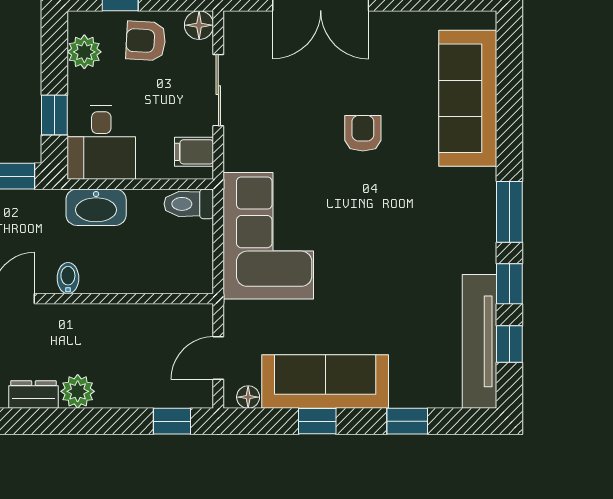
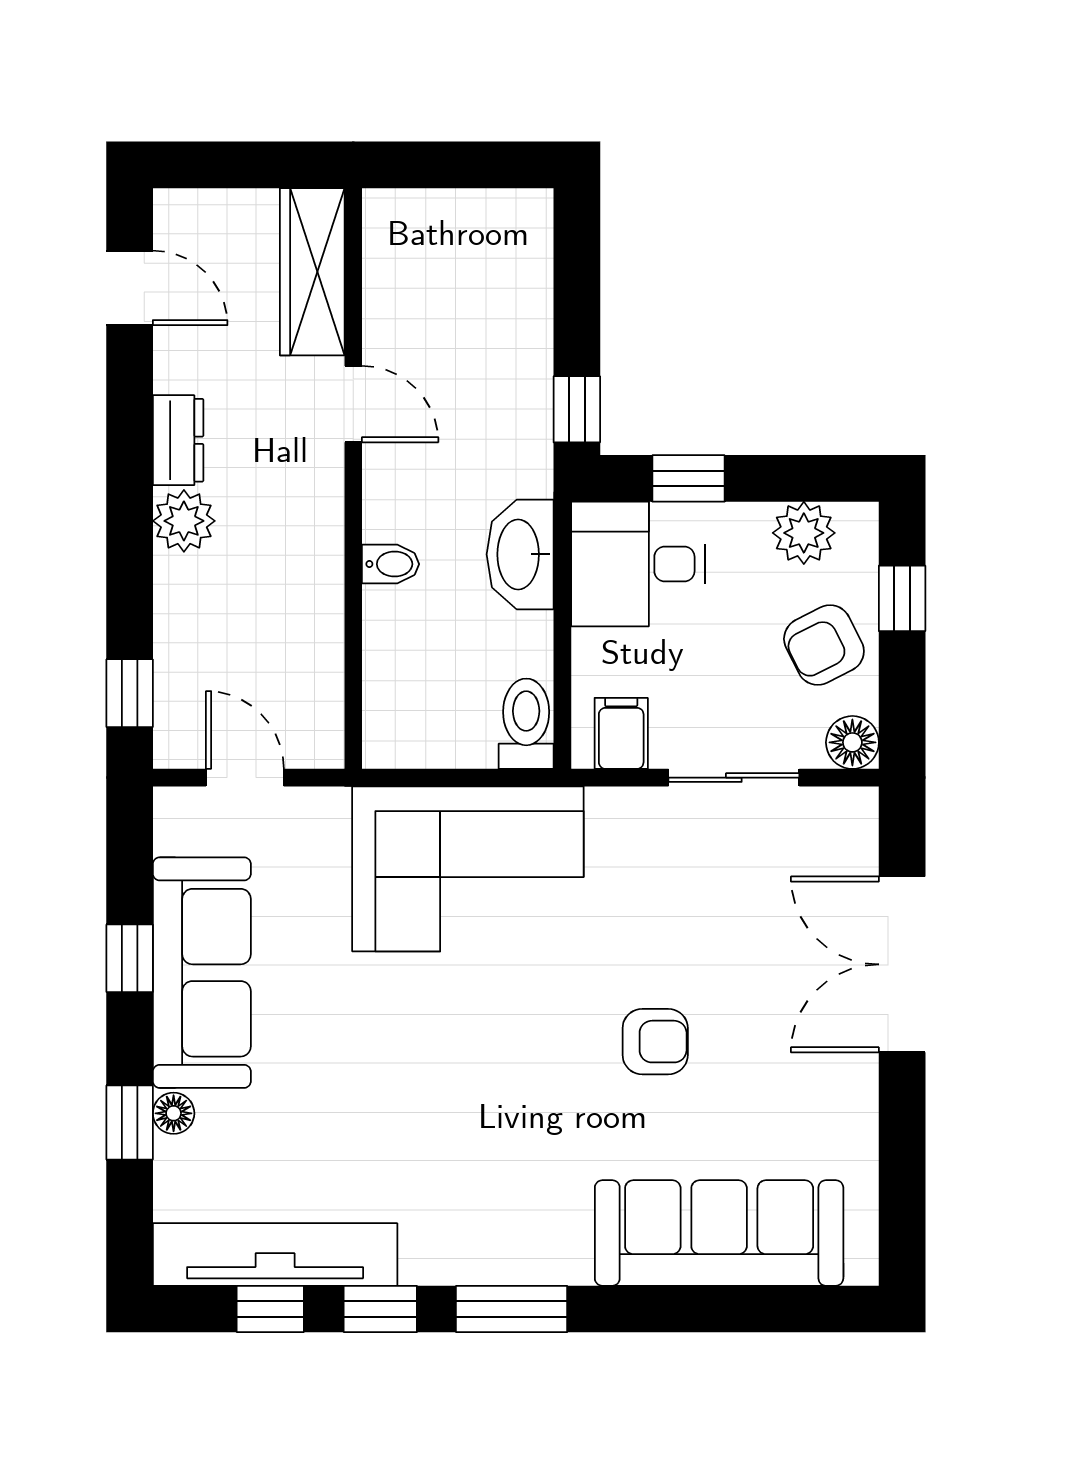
armchair: (146, 41) -> (824, 645), turned -120
bidet: (68, 278) -> (391, 564), moved
floor lamp: (248, 397) -> (174, 1113), moved

